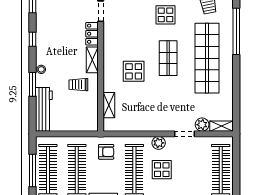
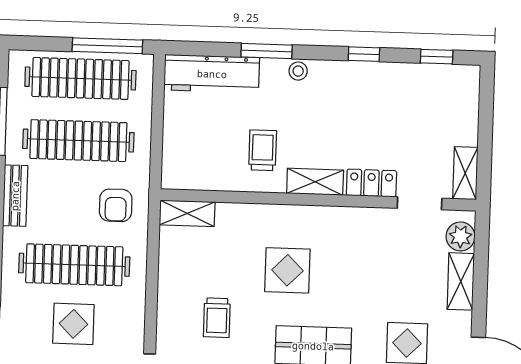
trolley: (157, 103) -> (217, 318), added
shelving: (109, 105) -> (187, 213), moved
plant: (159, 143) -> (131, 319), removed
window: (32, 170) -> (107, 46), moved

